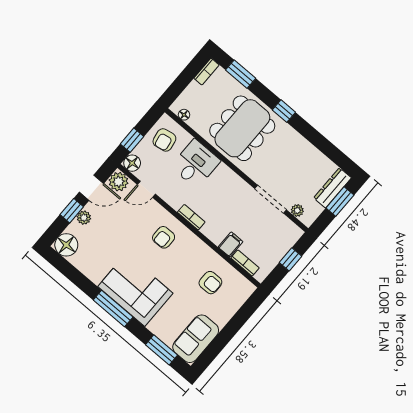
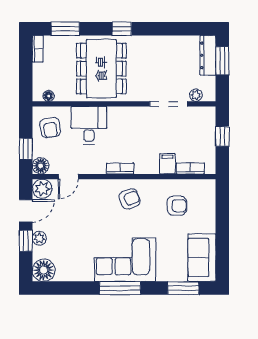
armchair: (164, 237) -> (130, 199), moved, turned -111

